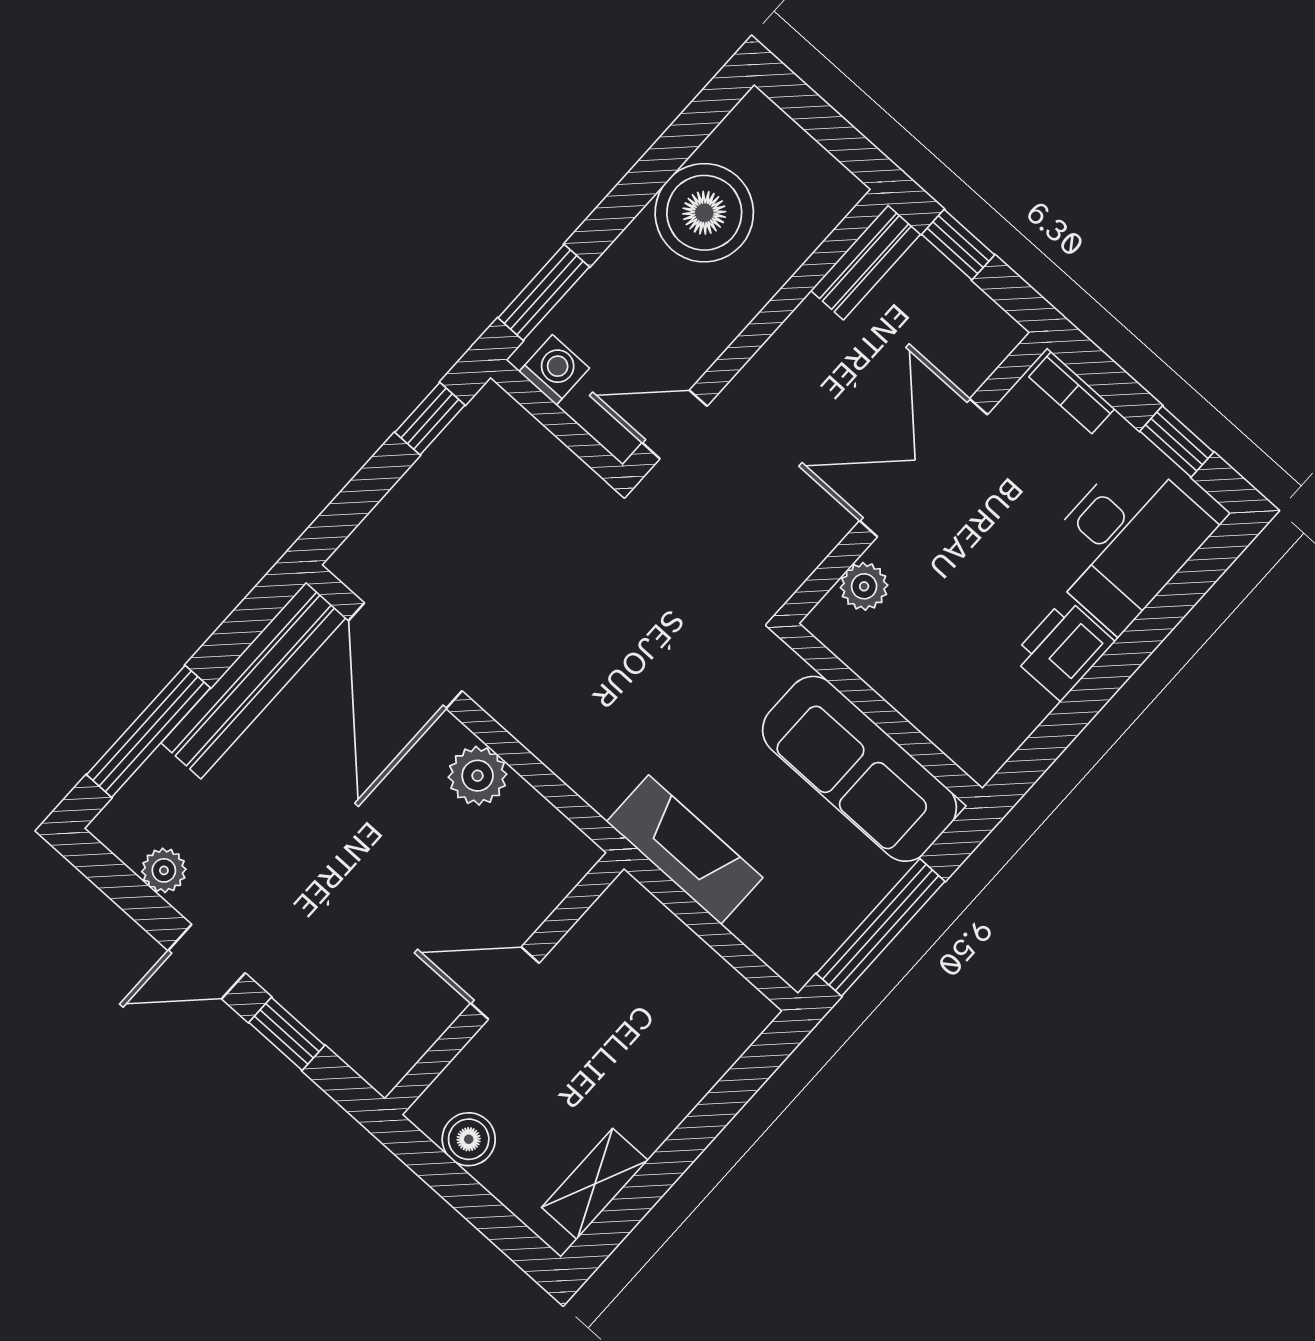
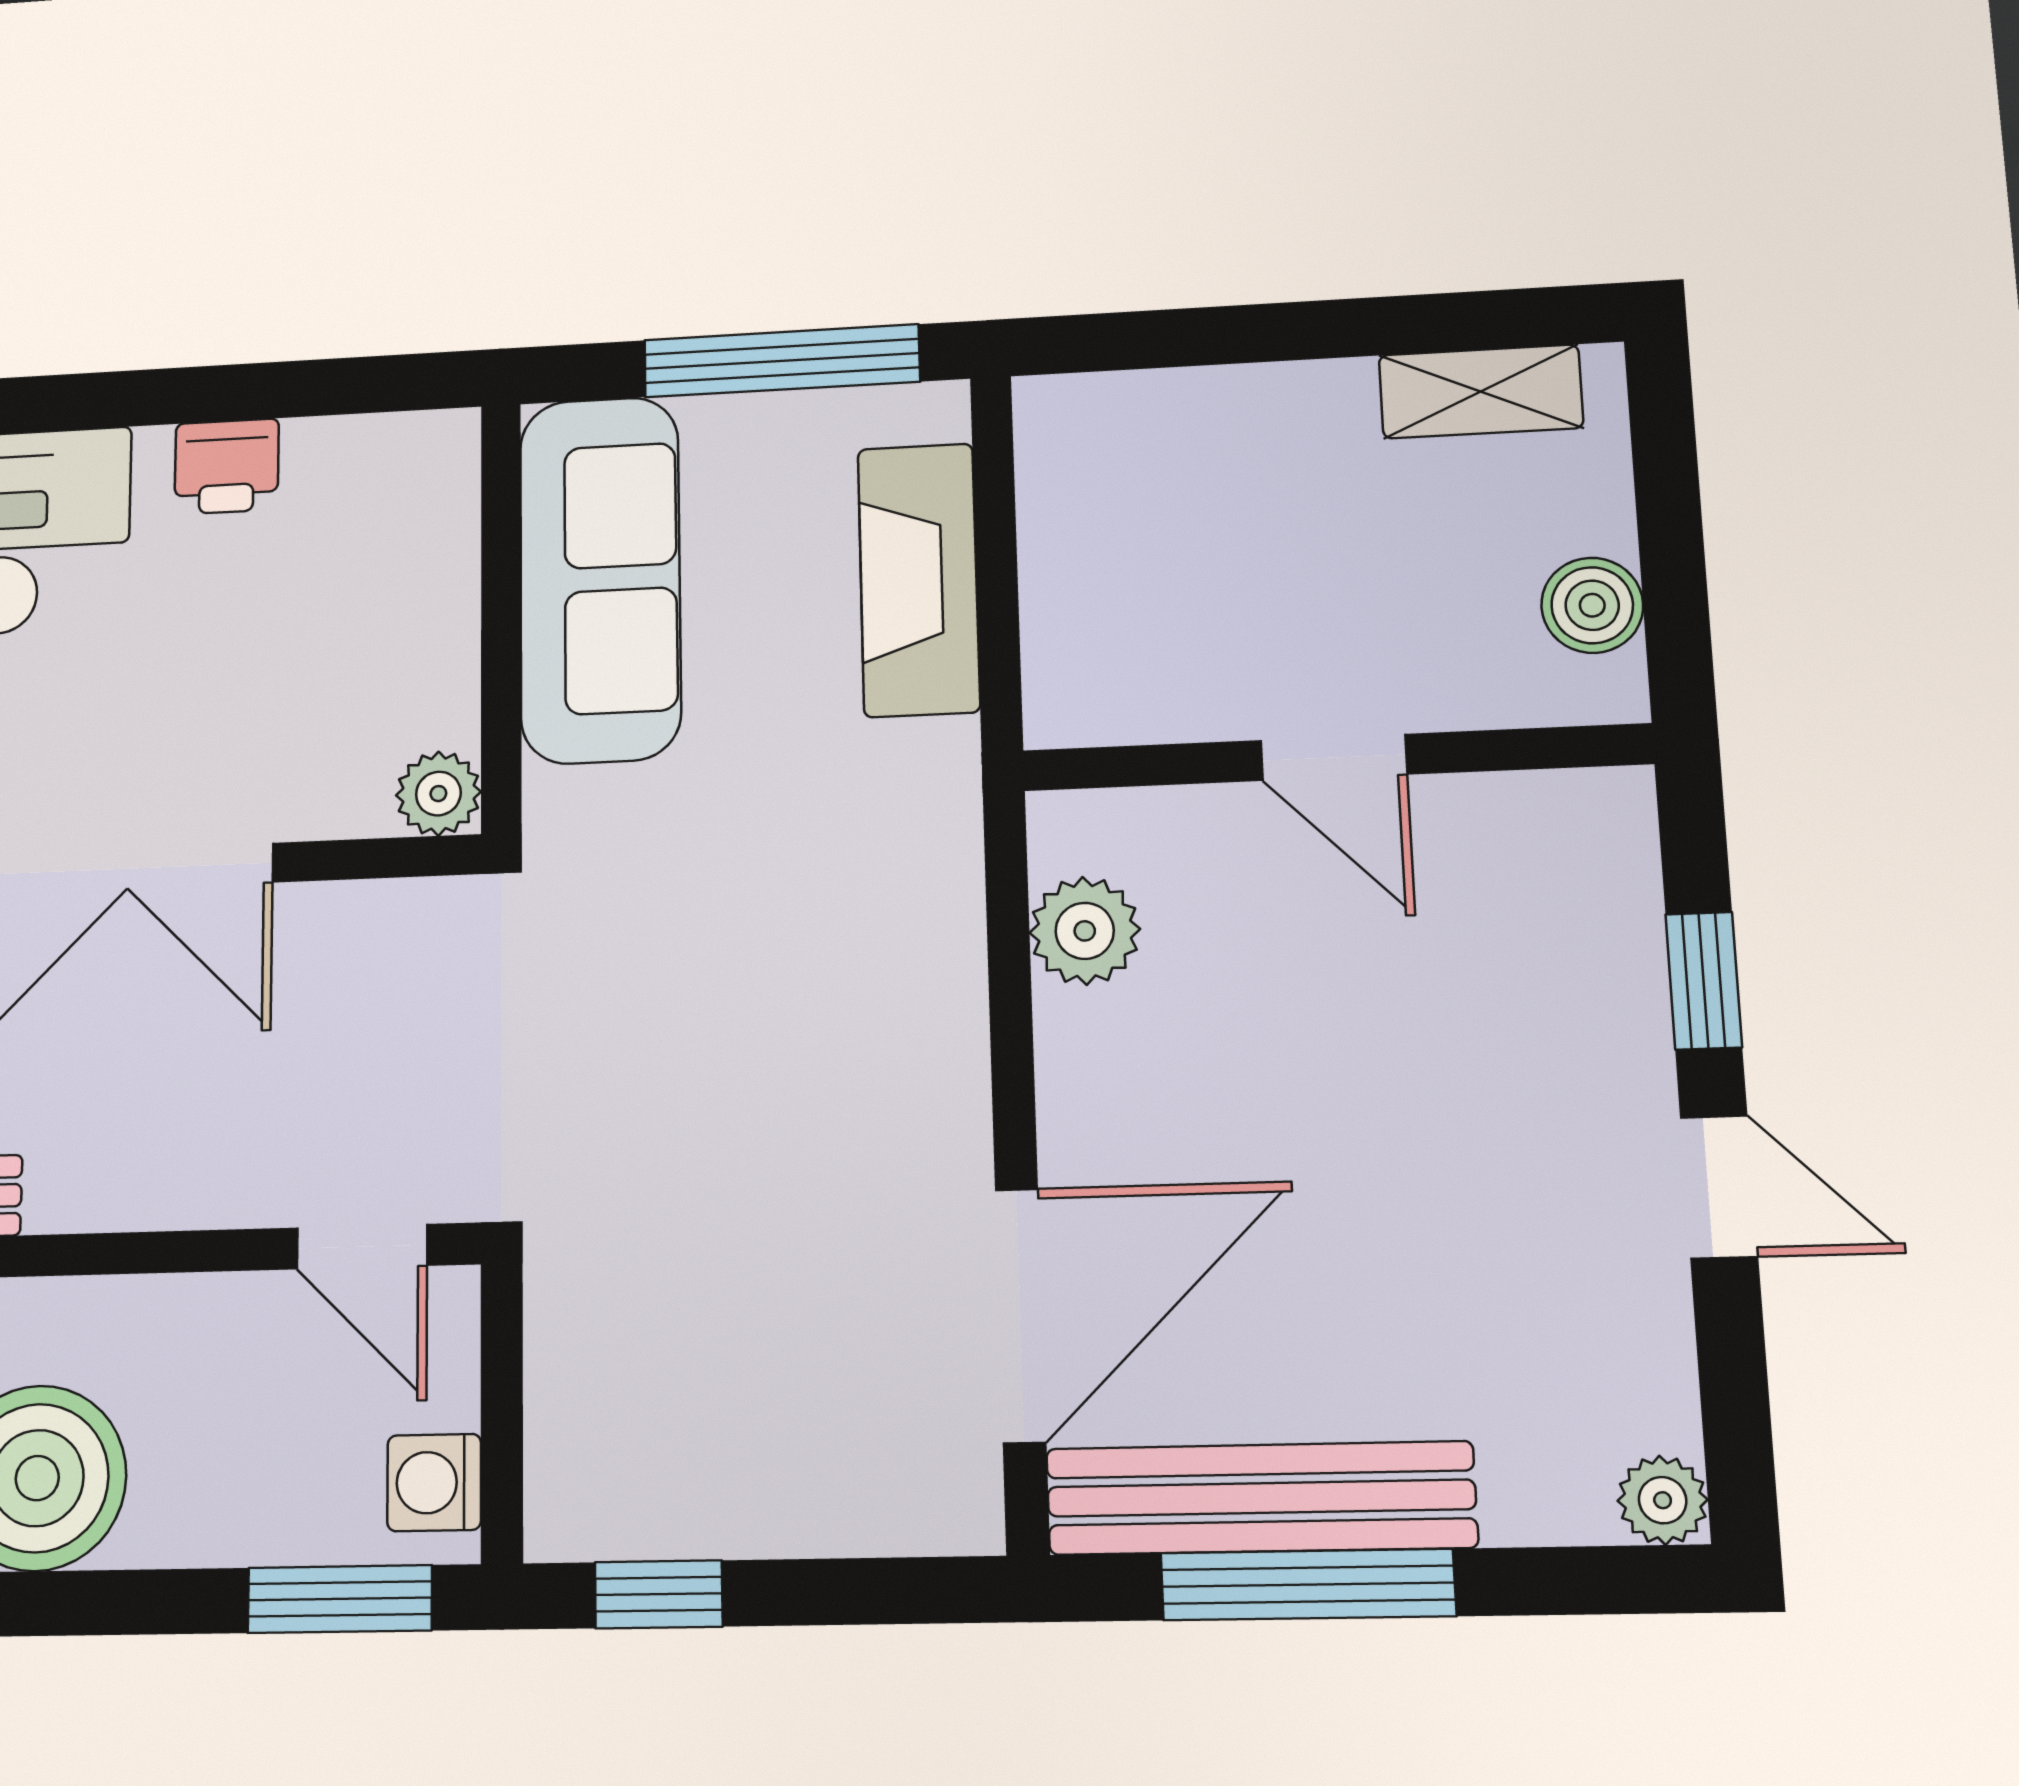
plant: (864, 586) -> (438, 794), moved
printer: (1063, 649) -> (227, 466), width x0.73, depth x0.81
window: (148, 731) -> (1308, 1585), moved
plant: (478, 776) -> (1085, 931), moved
fireplace: (685, 850) -> (919, 580), moved
plant: (164, 870) -> (1663, 1500), moved

